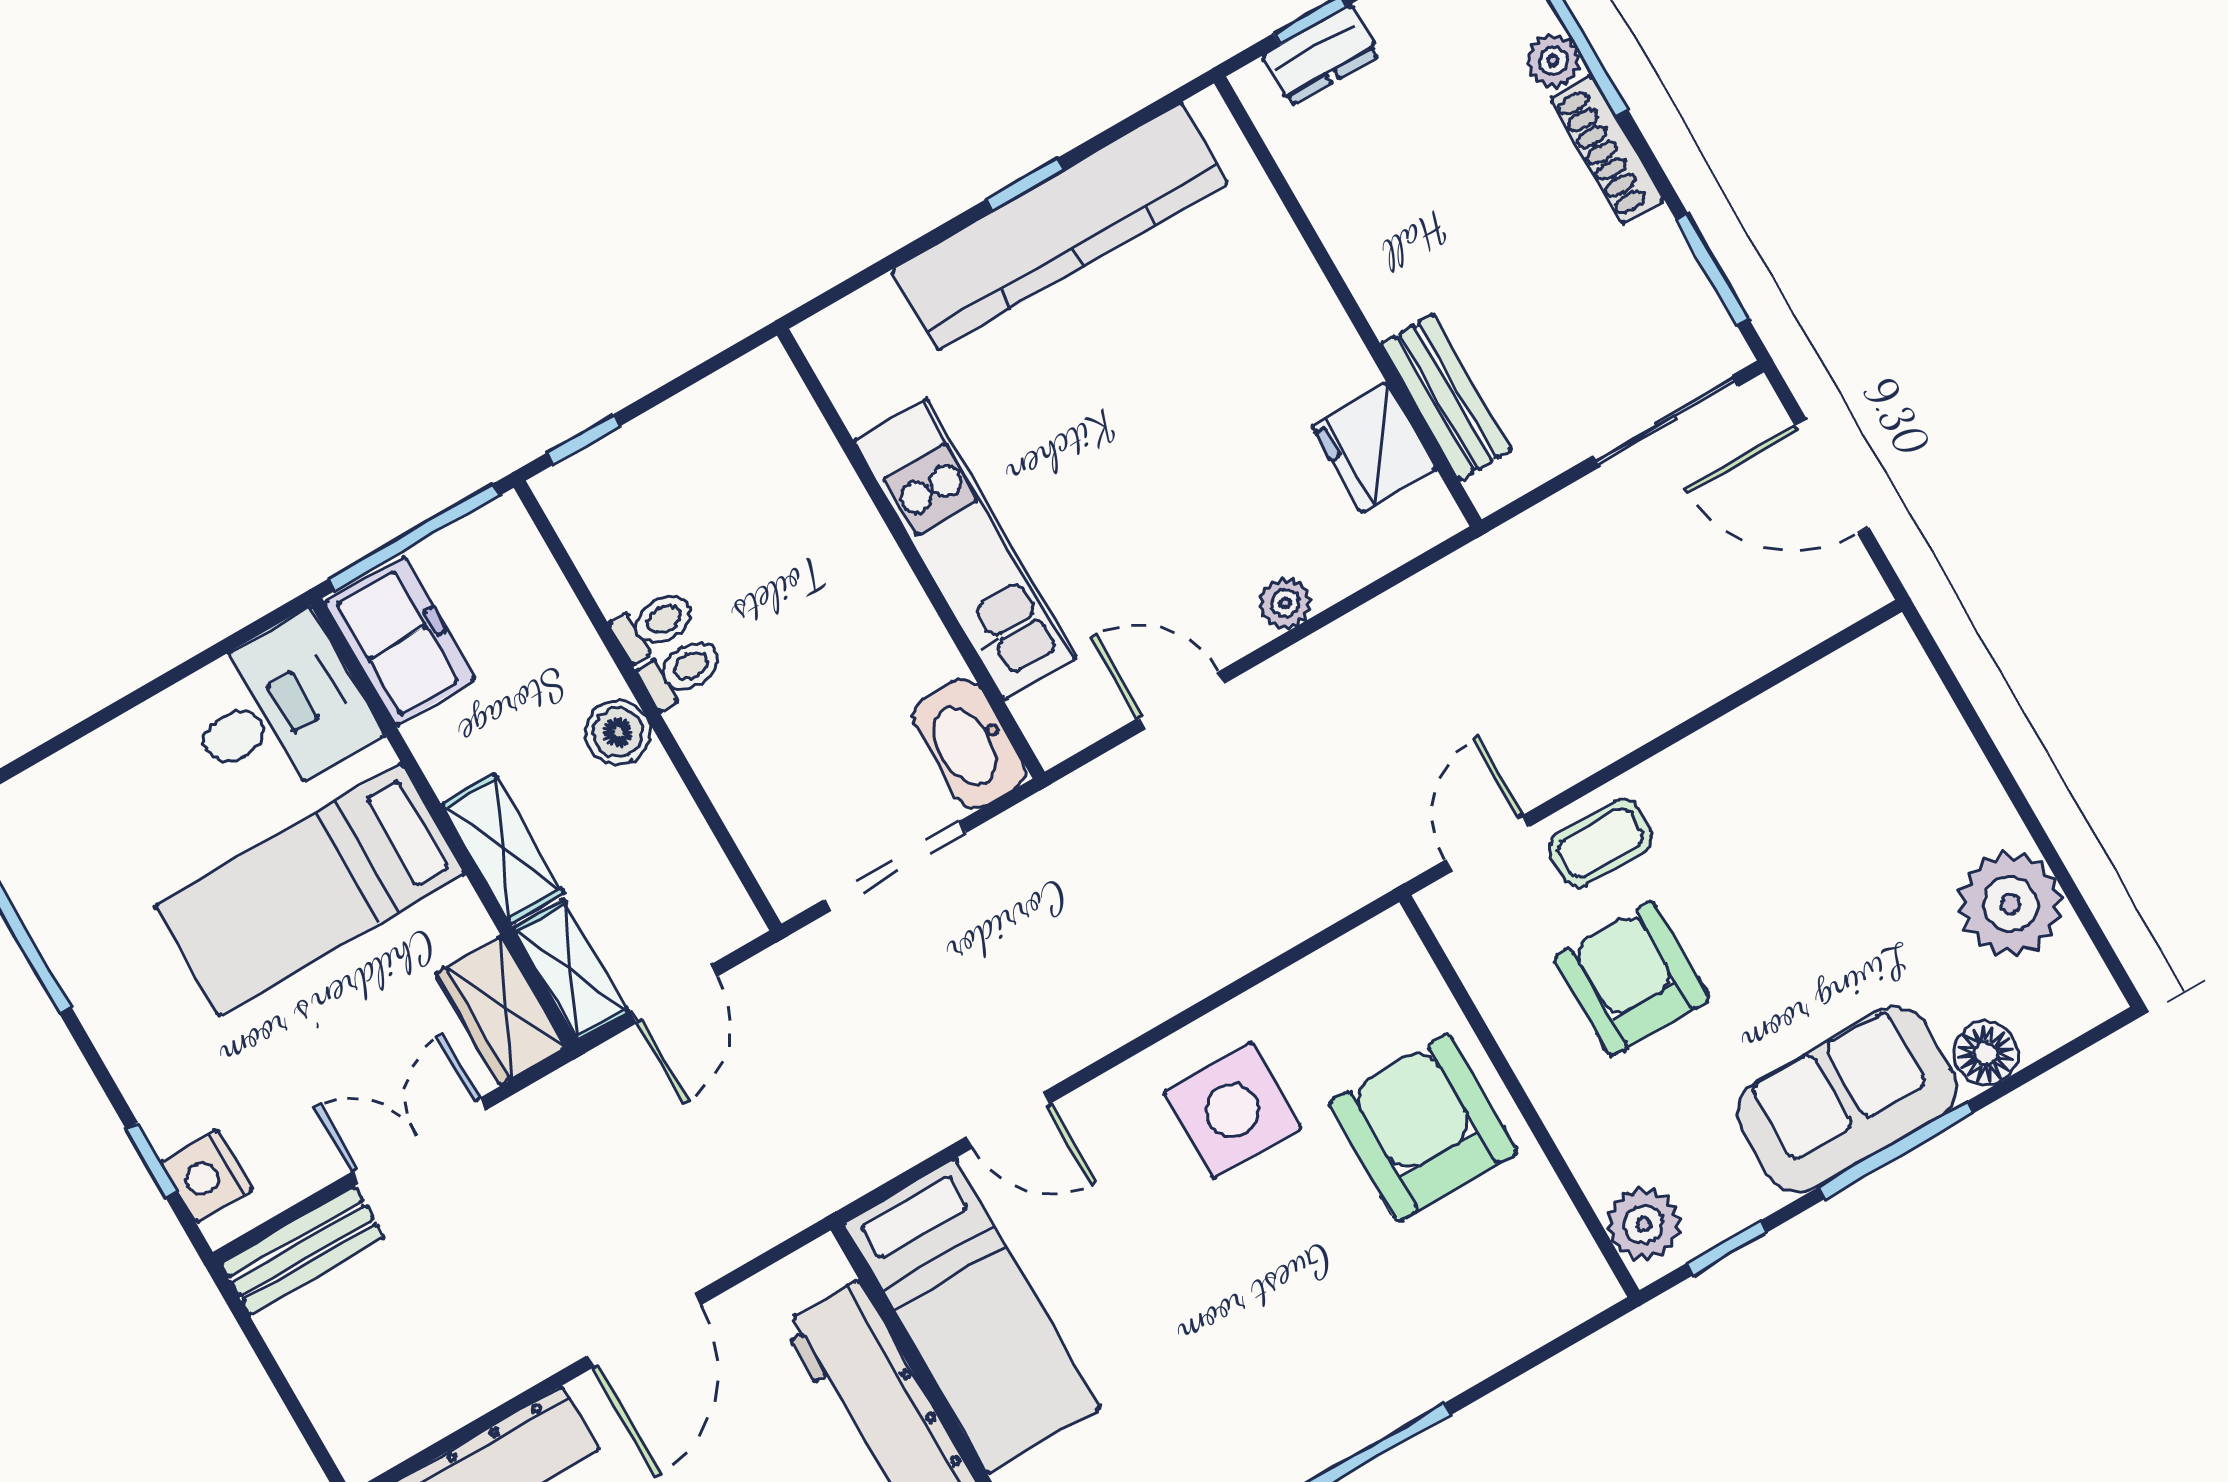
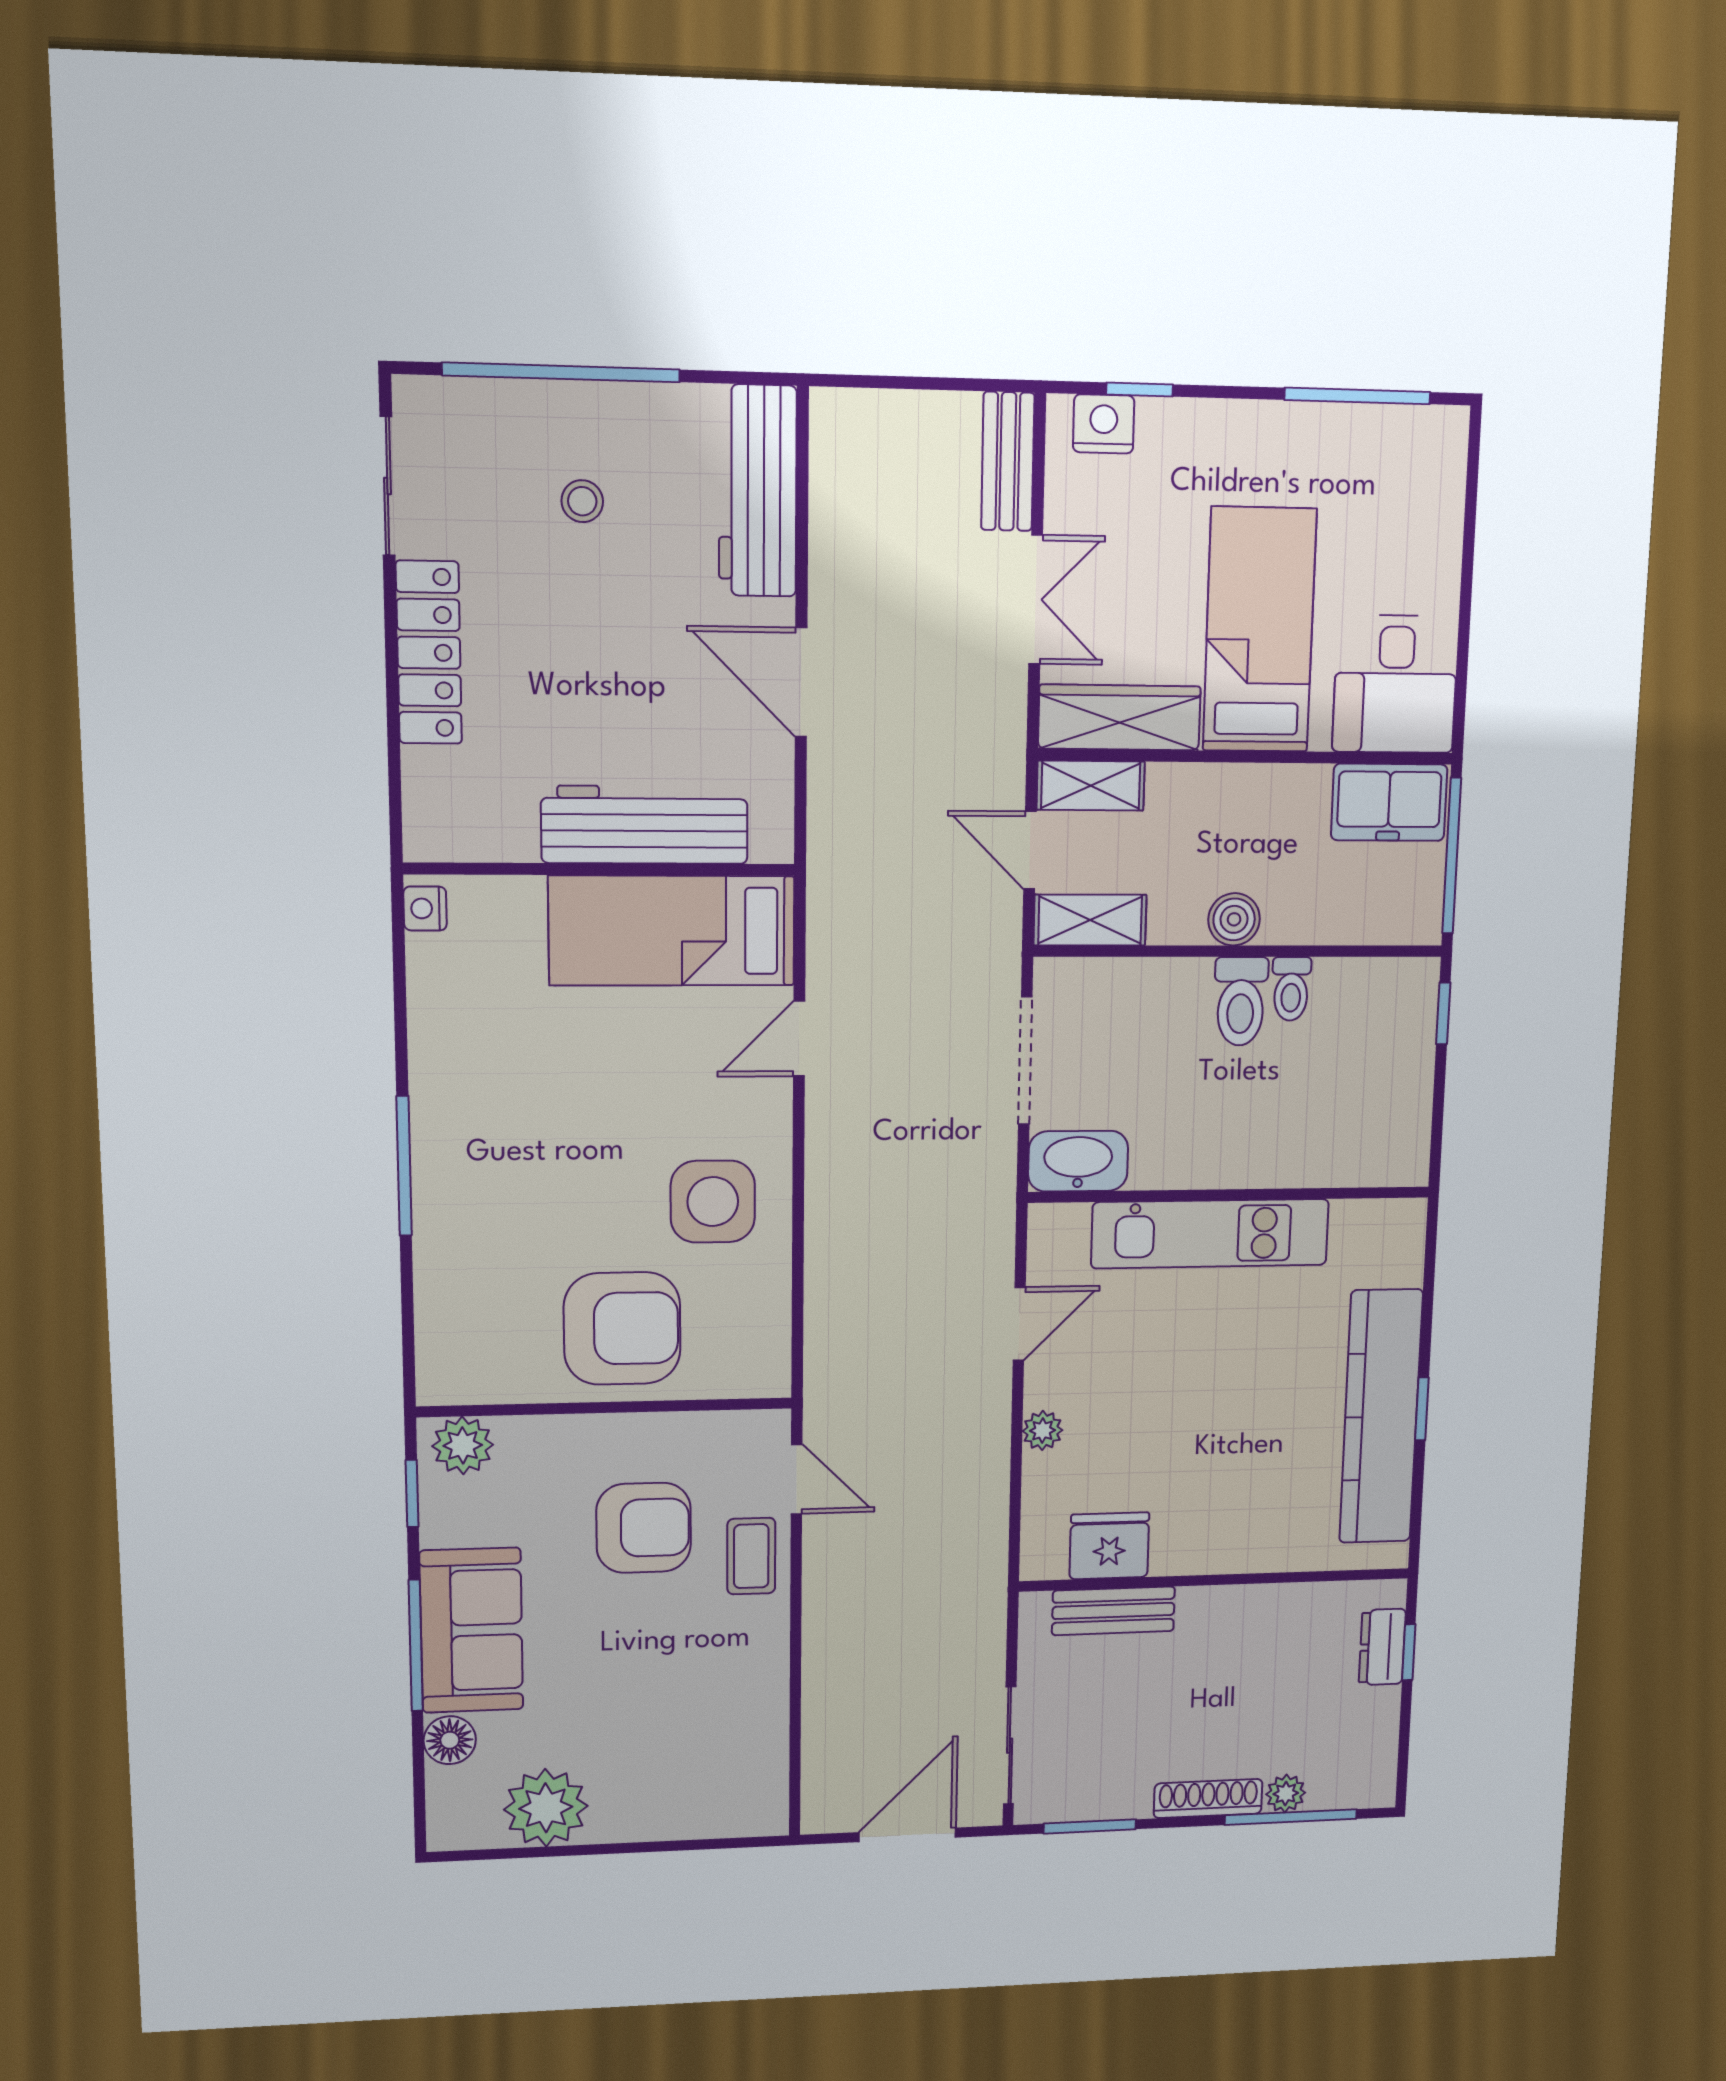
toilet: (681, 671) -> (1241, 1001), width x1.37, depth x1.39
shelving: (502, 849) -> (1090, 920), moved
wardrobe: (501, 1011) -> (1119, 717), width x1.50

